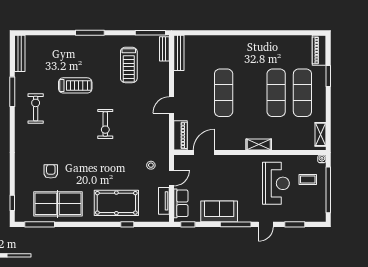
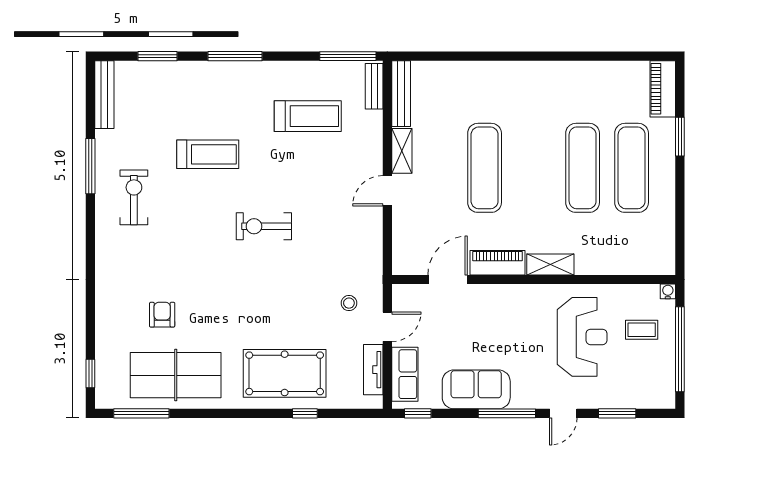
window: (48, 33) -> (158, 56), added
treadmill: (129, 65) -> (308, 116), turned -90
exercise bike: (105, 124) -> (264, 226), turned 90
shelving: (320, 134) -> (402, 151), moved
piano: (180, 135) -> (498, 263), moved, turned -90

